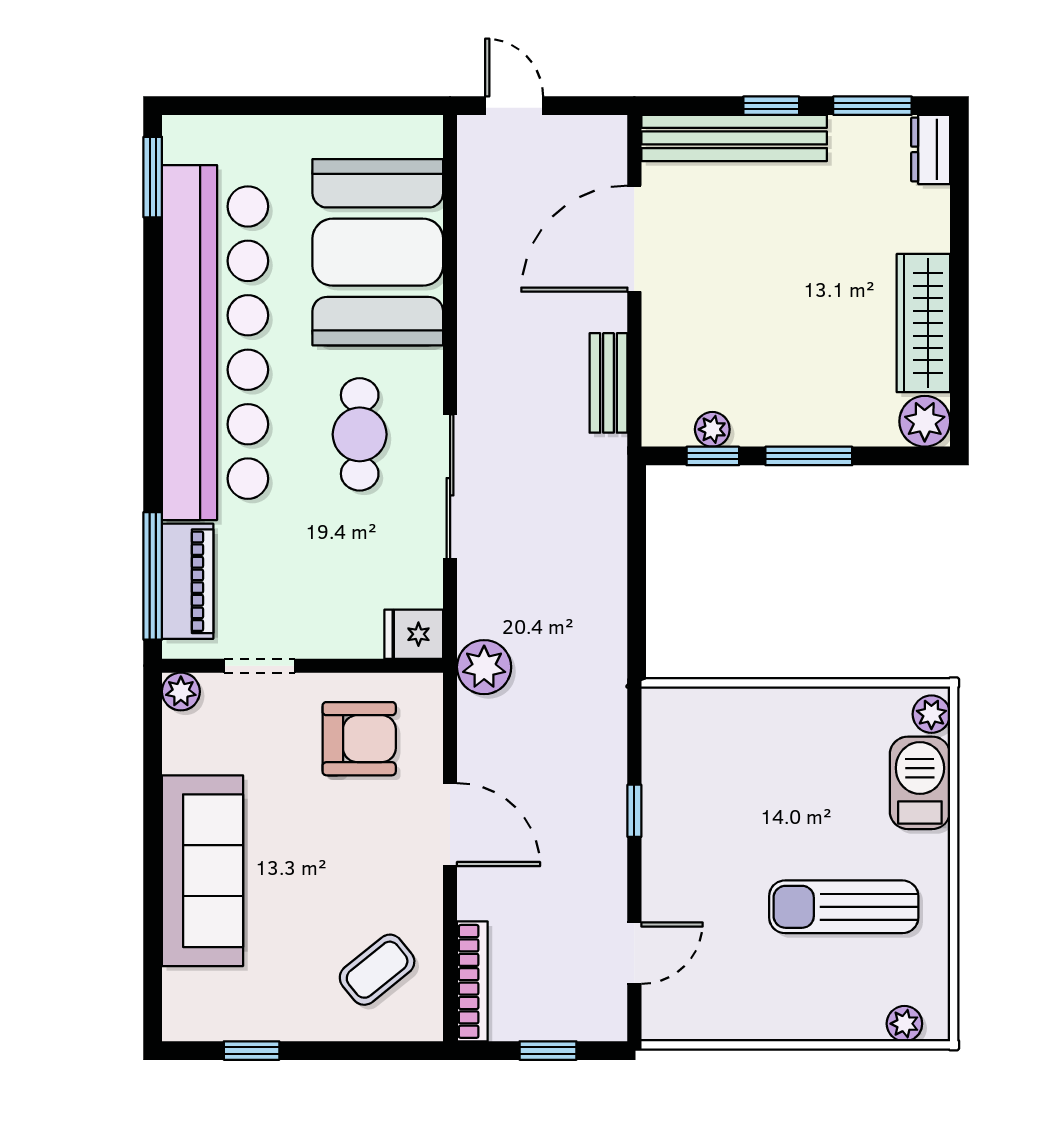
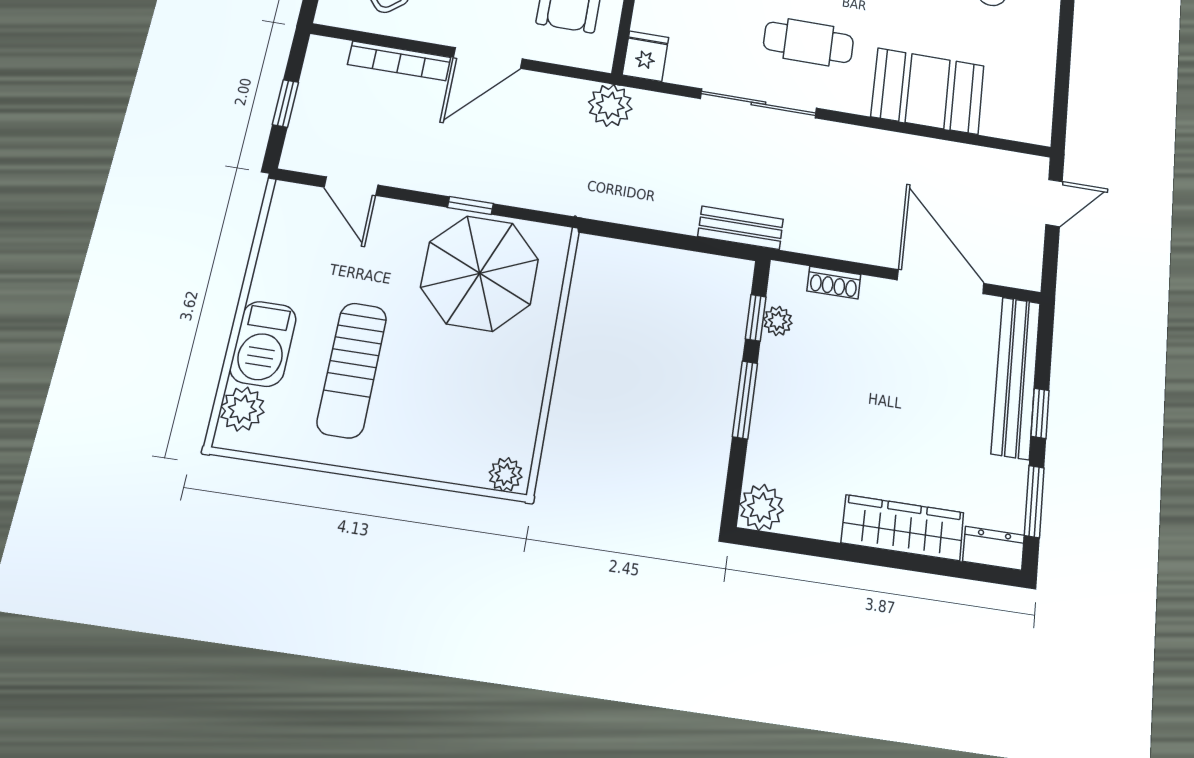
booth: (378, 252) -> (928, 91), width x0.73, depth x0.70
wardrobe: (923, 323) -> (903, 528), moved
shoe rack: (656, 368) -> (834, 283), added
bench: (608, 383) -> (741, 228), moved
barbecue: (920, 783) -> (263, 344), moved, turned 90
parasol: (712, 785) -> (480, 273), added
sun lounger: (844, 907) -> (352, 370), turned 180
bookcase: (472, 981) -> (399, 61), moved
plant: (904, 1024) -> (242, 409), width x1.38, depth x1.38

